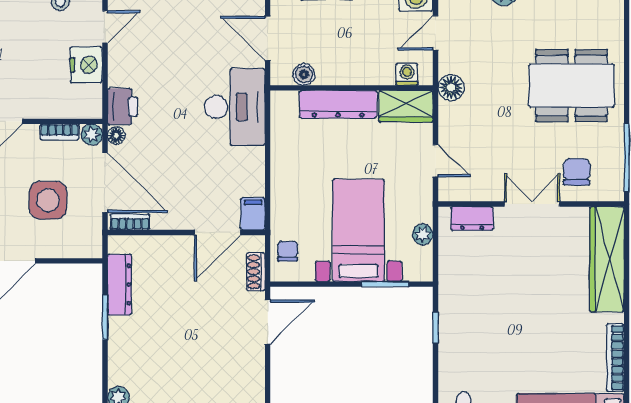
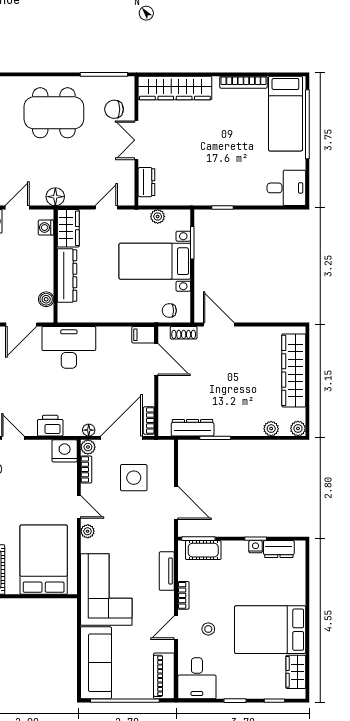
door: (436, 33) -> (17, 208), swing flipped
nightstand: (86, 65) -> (65, 451), moved
dining table: (571, 86) -> (54, 113), turned 90
printer: (123, 107) -> (50, 426), moved

